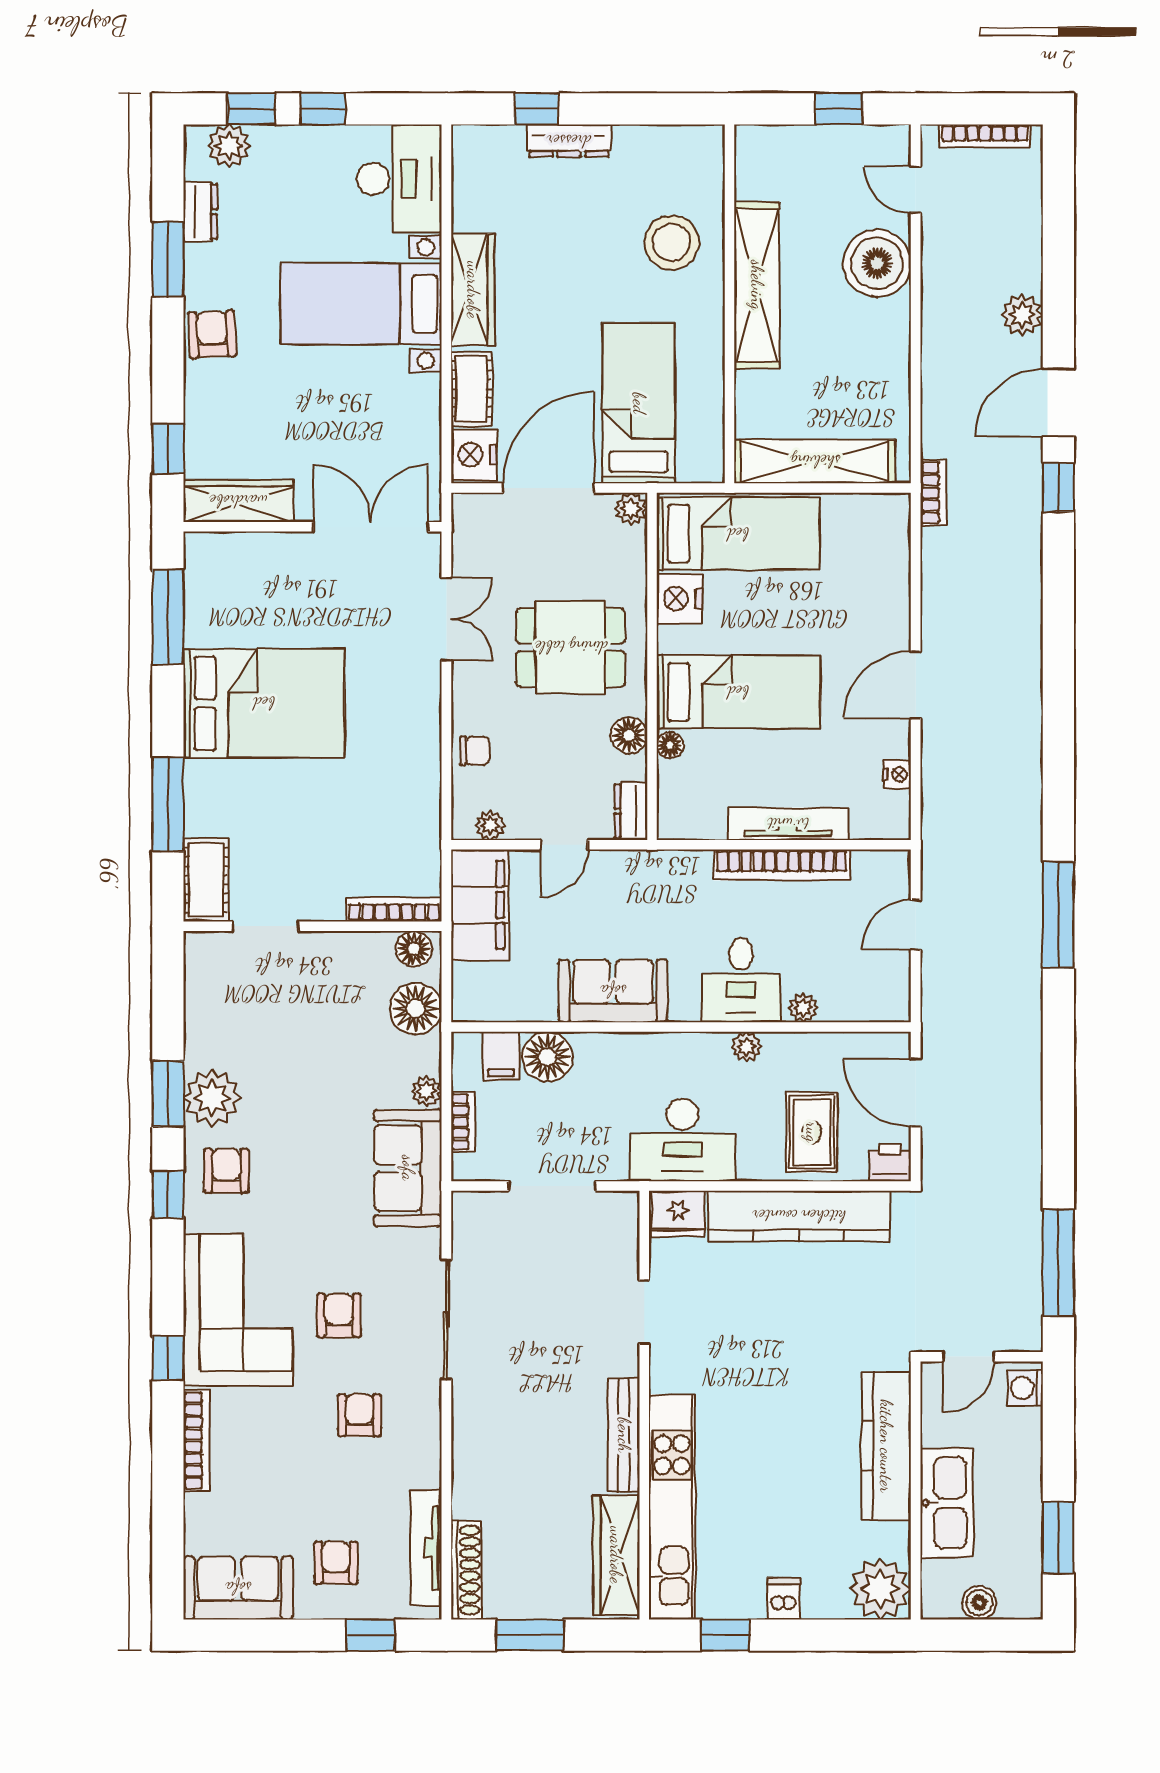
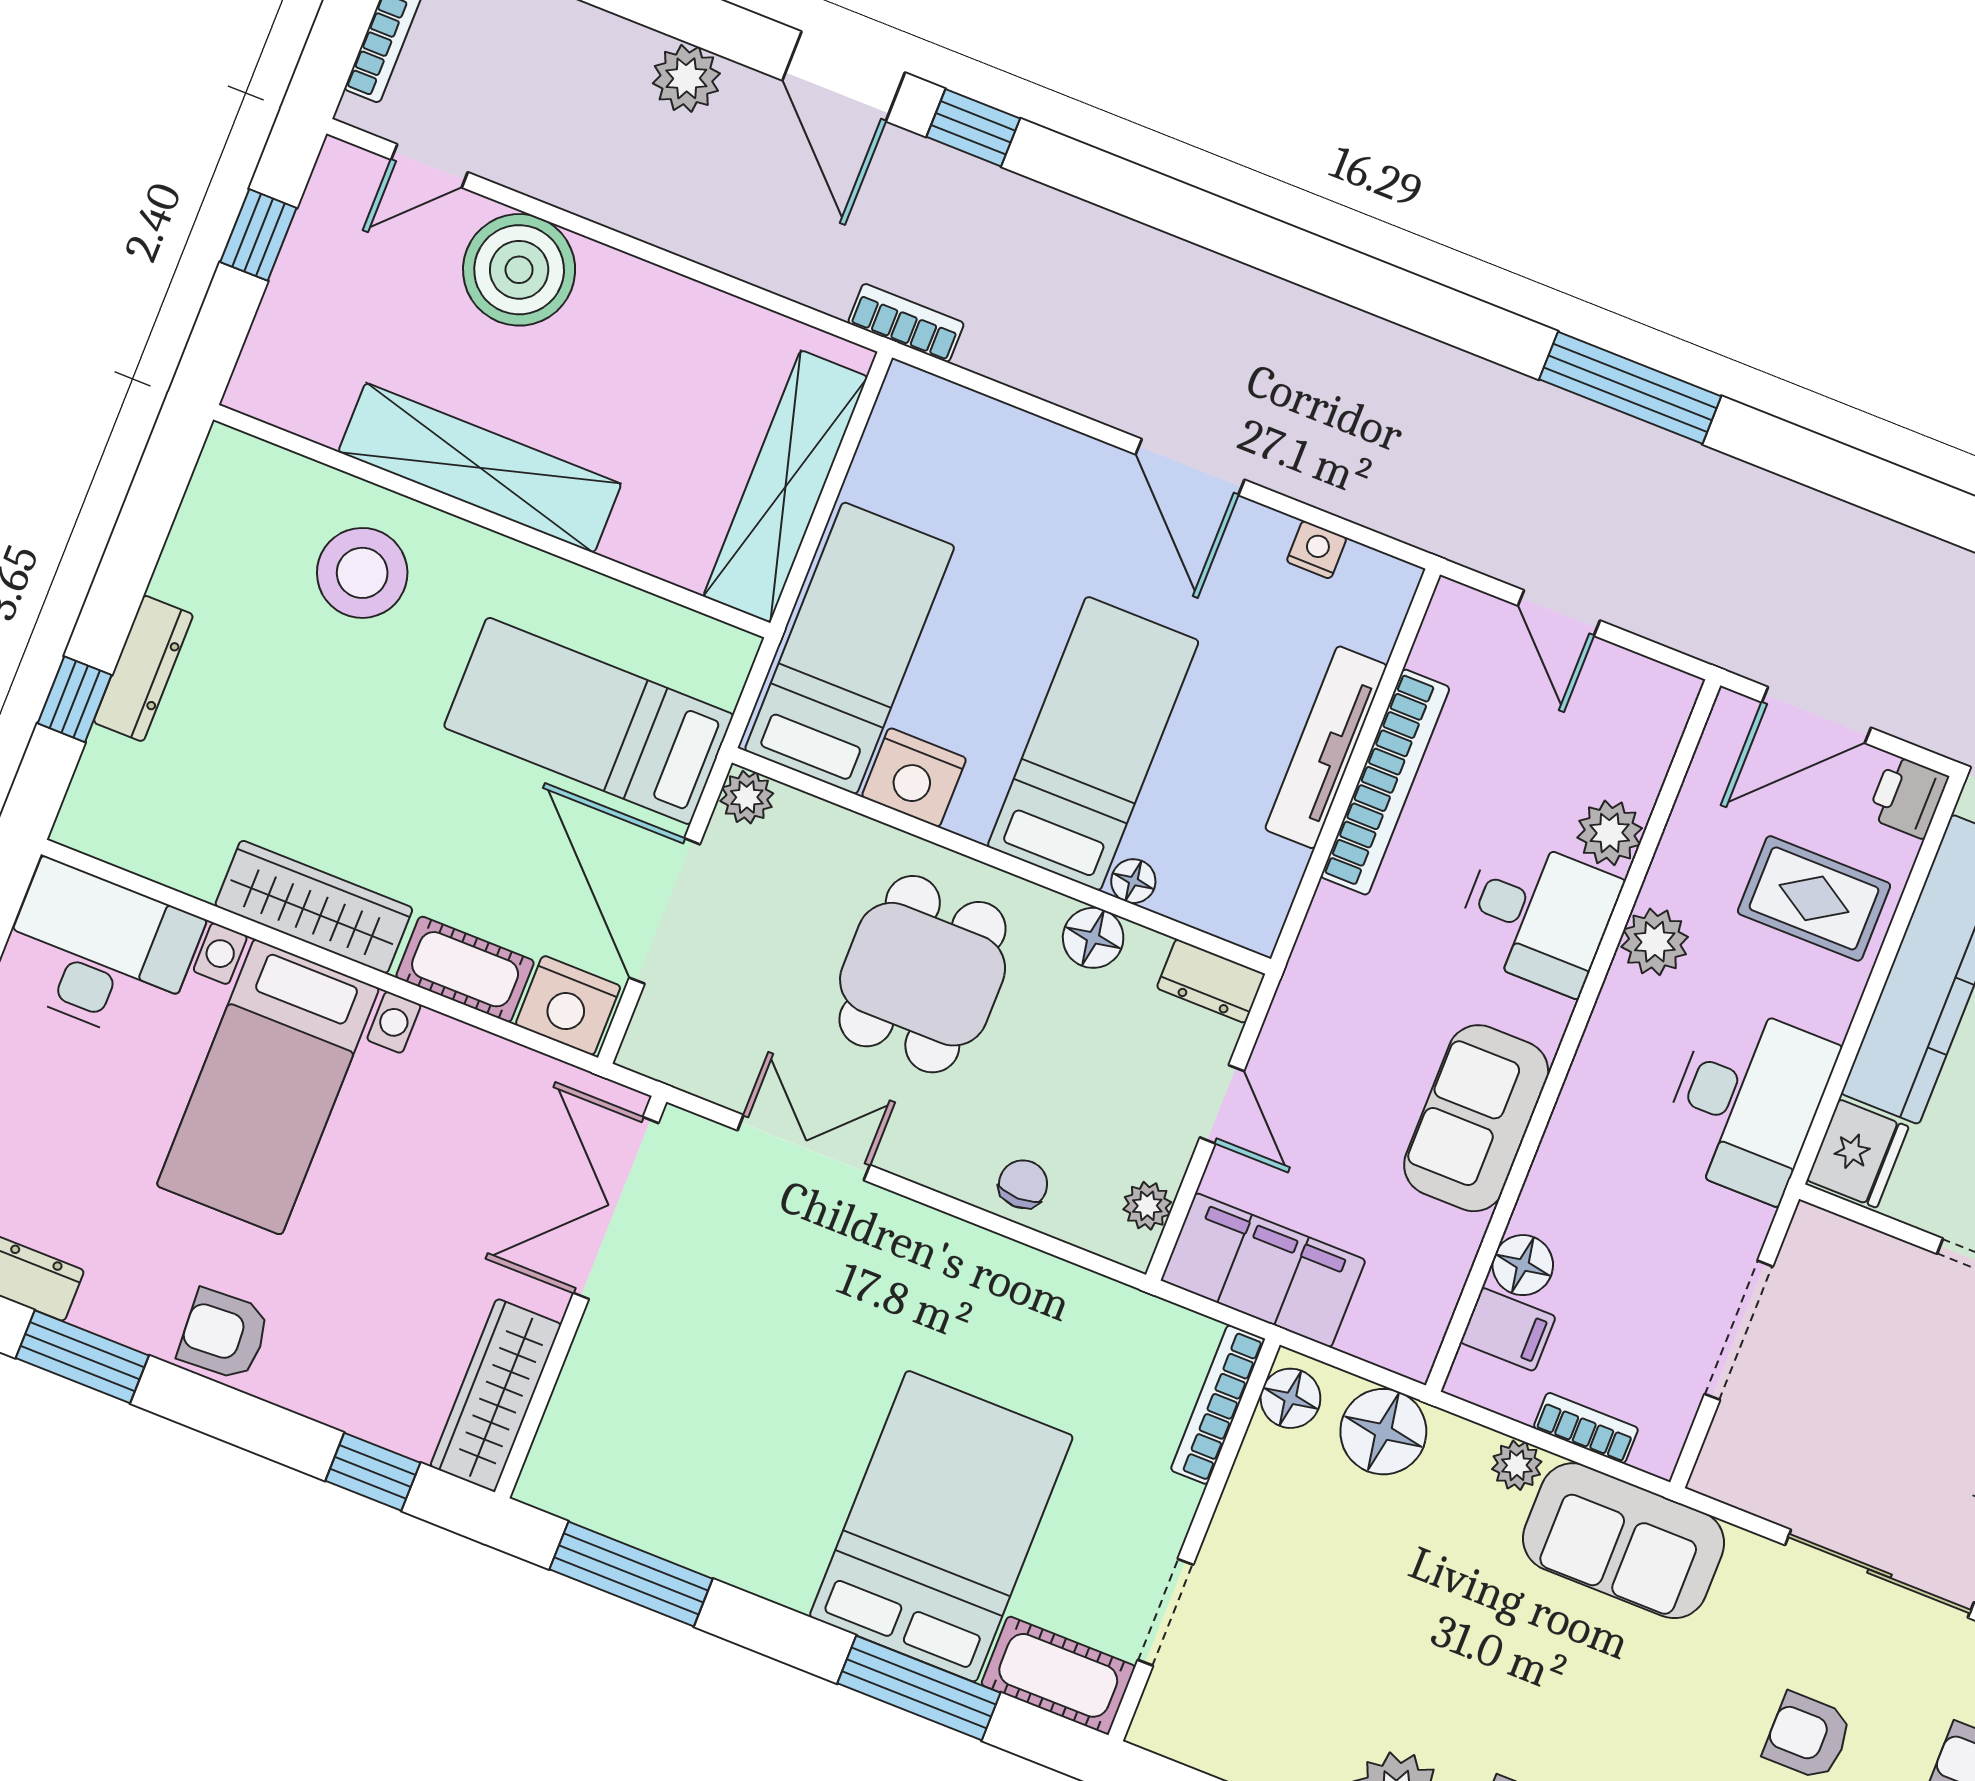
bed: (264, 703) -> (941, 1526), moved
plant: (803, 1008) -> (1610, 833), width x1.38, depth x1.38
plant: (746, 1047) -> (1655, 942), width x1.38, depth x1.38
floor lamp: (547, 1057) -> (1523, 1265), width x0.73, depth x0.73

